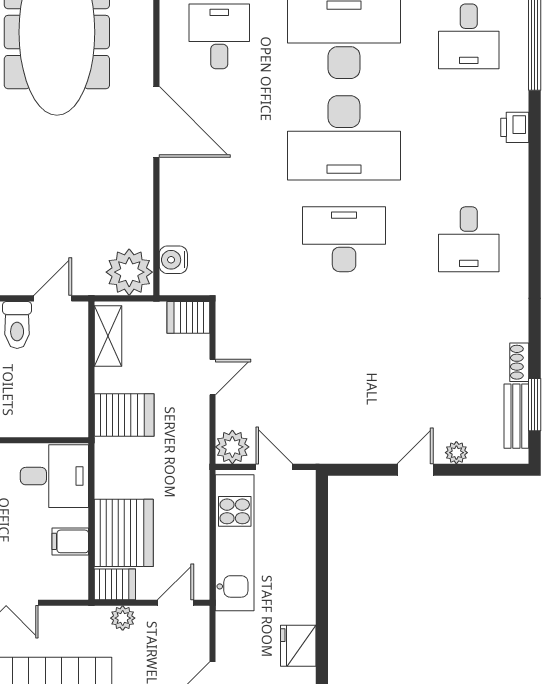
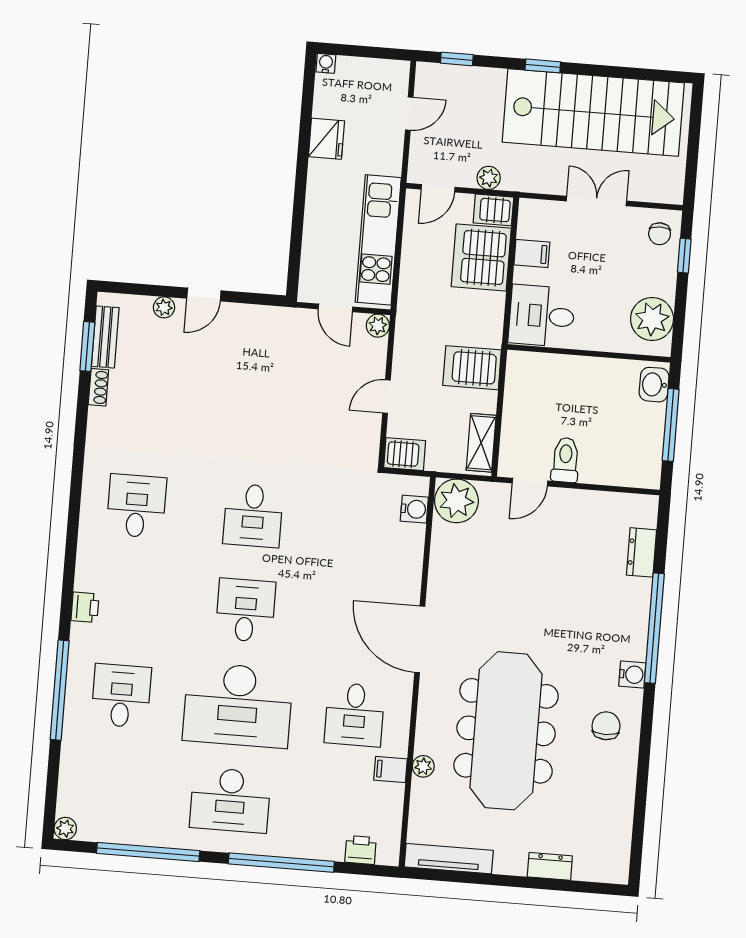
desk: (344, 138) -> (245, 610), width x0.53, depth x0.77
desk: (344, 239) -> (253, 515), width x0.73
plant: (232, 447) -> (378, 326), width x0.73, depth x0.73

